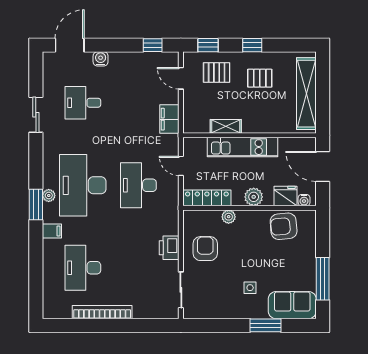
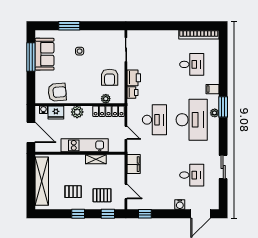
plant: (229, 217) -> (106, 99), moved
printer: (171, 226) -> (133, 93), added
desk: (83, 268) -> (192, 64), width x0.73
sofa: (292, 305) -> (45, 54), moved, turned -90
bookcase: (102, 312) -> (199, 35), moved

